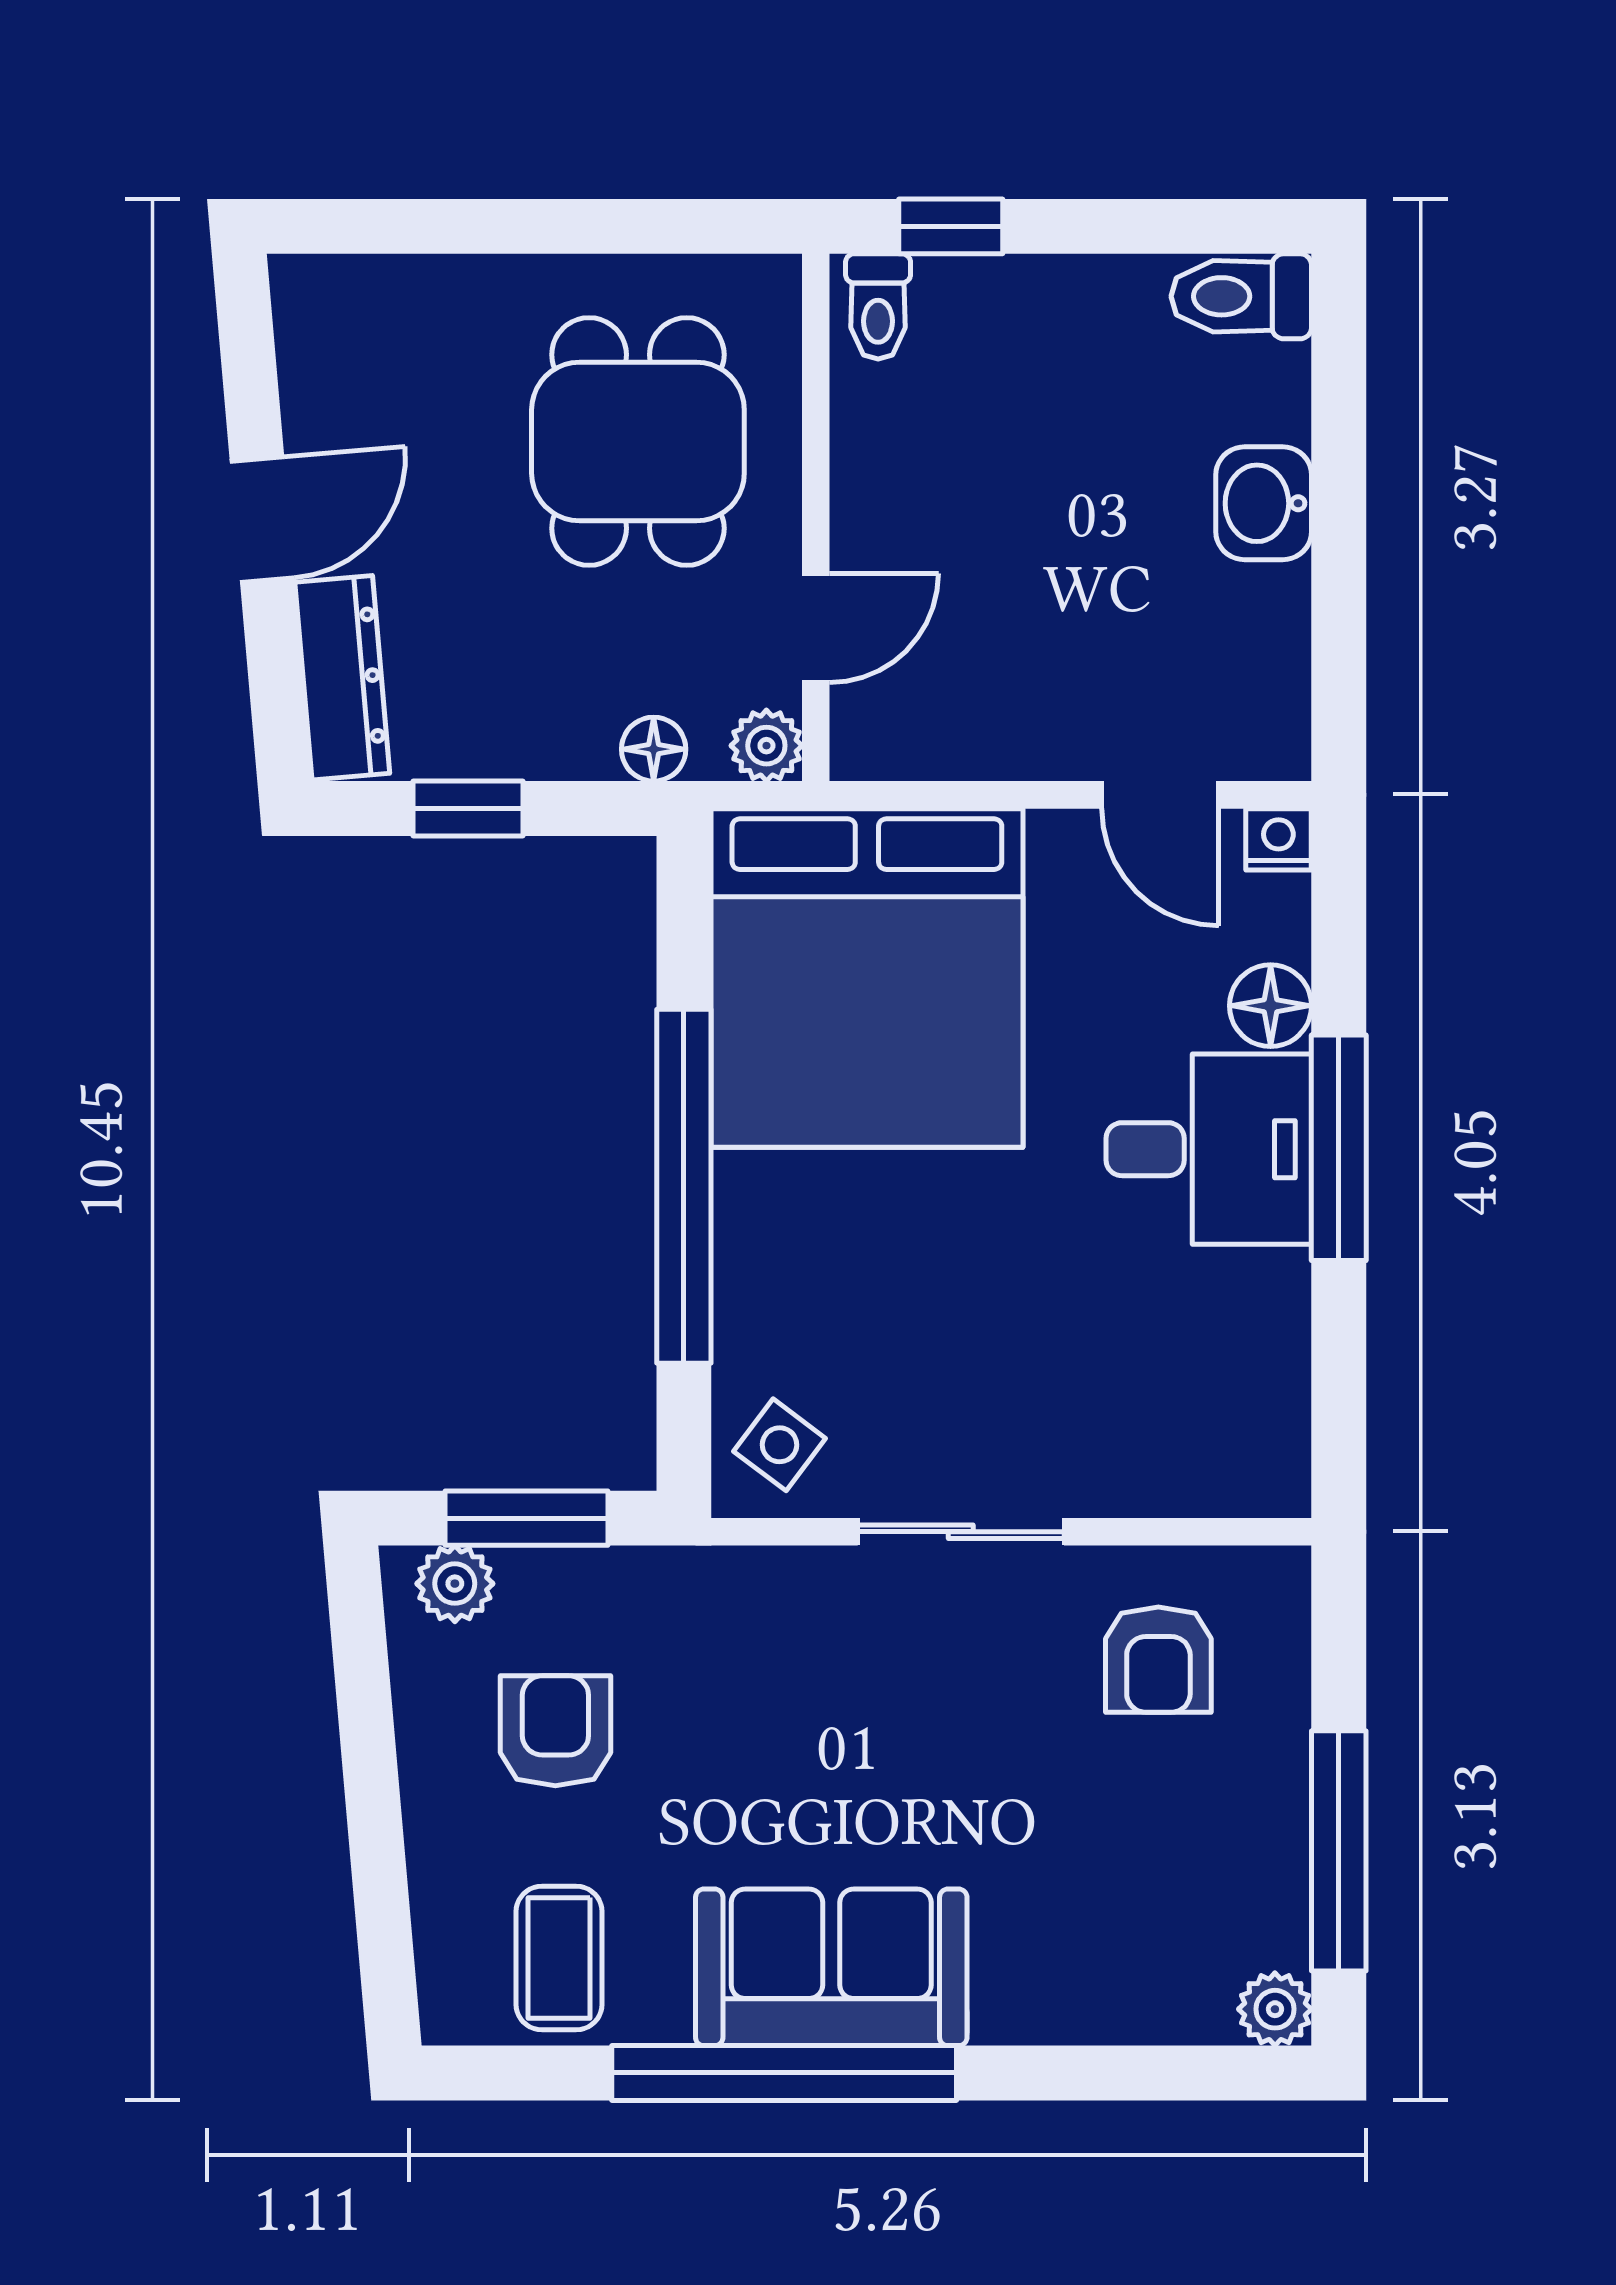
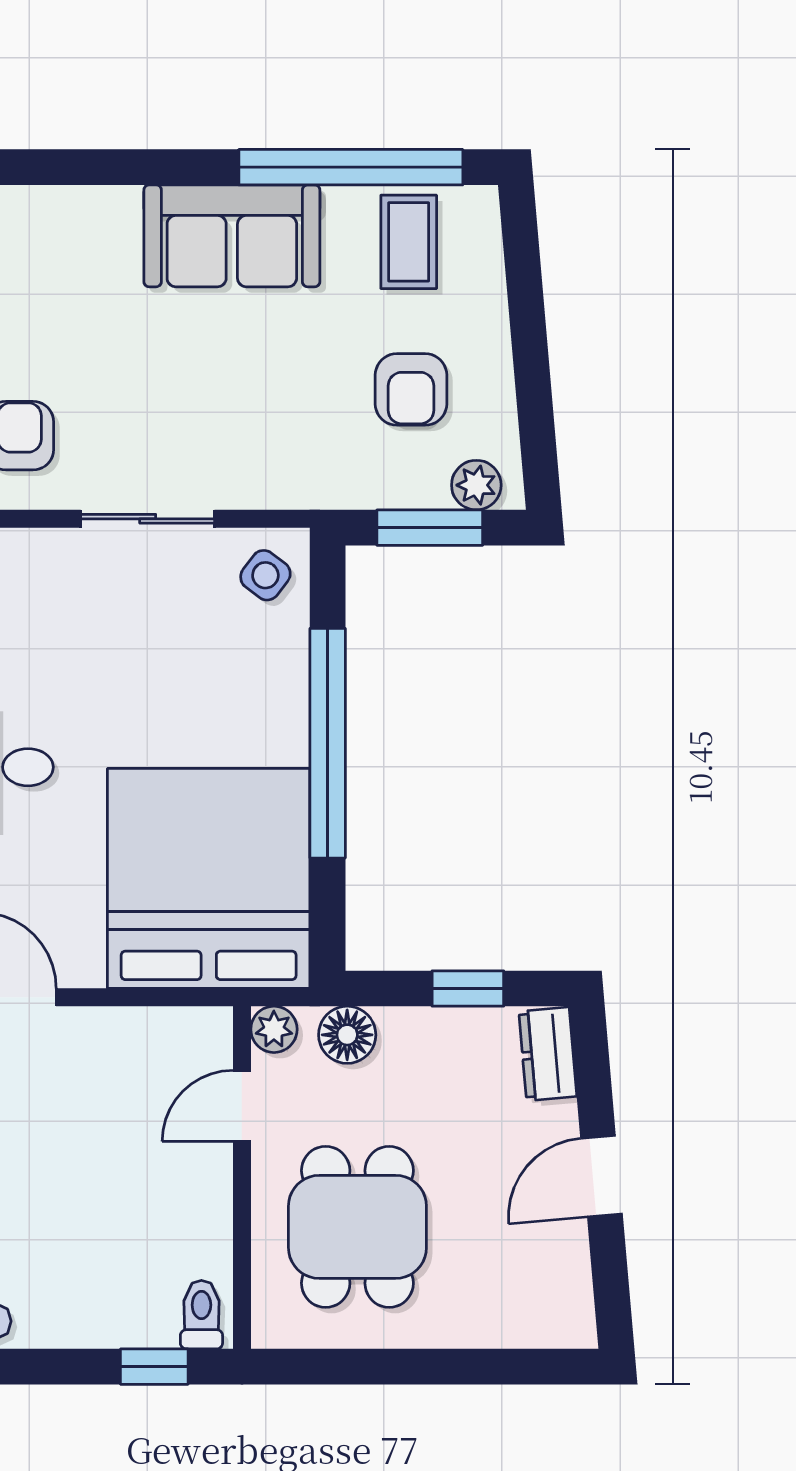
dresser: (342, 678) -> (548, 1054), width x0.70
floor lamp: (654, 749) -> (347, 1035), width x1.37, depth x1.37
window: (784, 2073) -> (351, 167), moved

